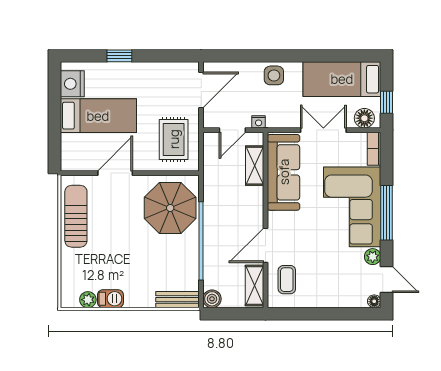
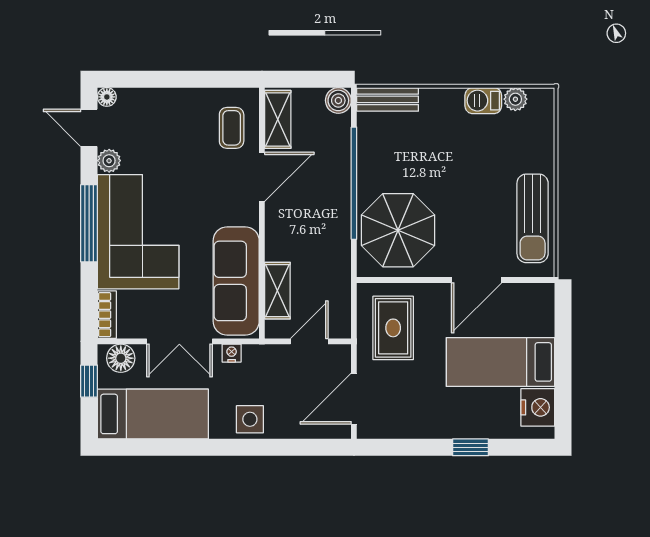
nightstand: (259, 122) -> (232, 353), moved

